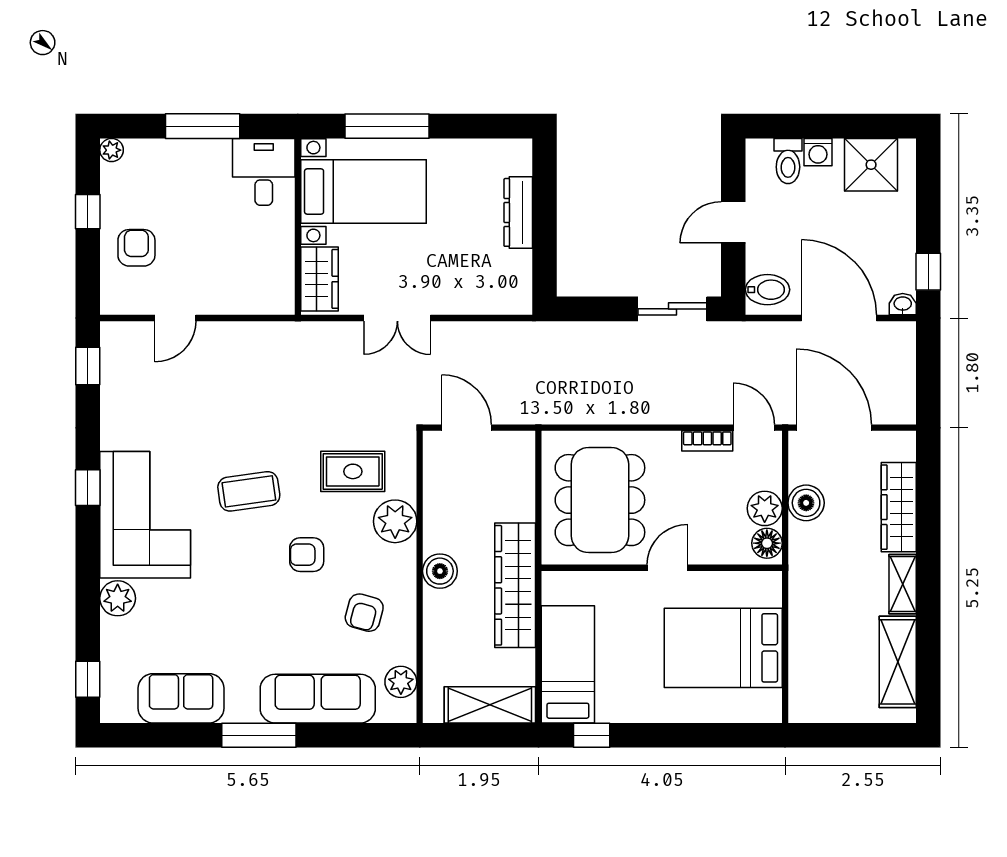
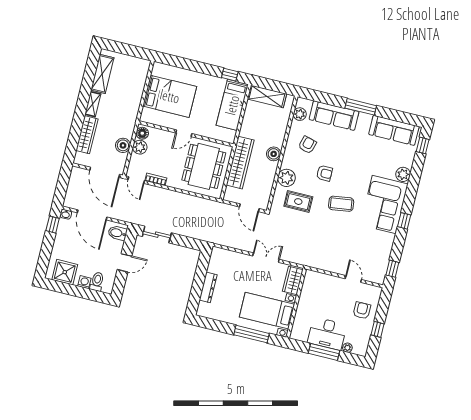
plant: (112, 150) -> (347, 348), moved
desk: (264, 172) -> (327, 334), moved, width x1.37
armchair: (136, 248) -> (362, 310), turned 180
door: (175, 318) -> (353, 279), hinge flipped
wardrobe: (515, 585) -> (240, 163), moved
sofa: (181, 698) -> (394, 130), width x1.36

